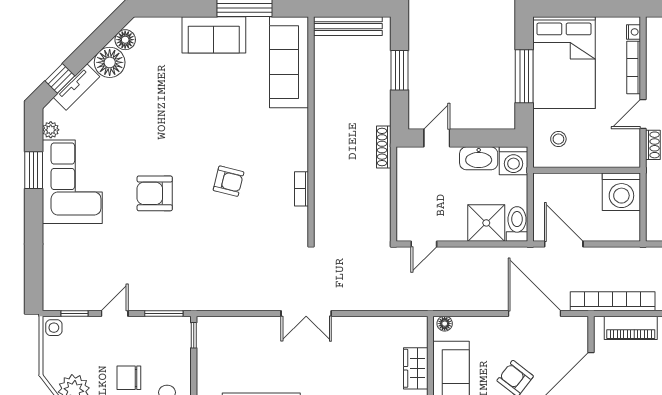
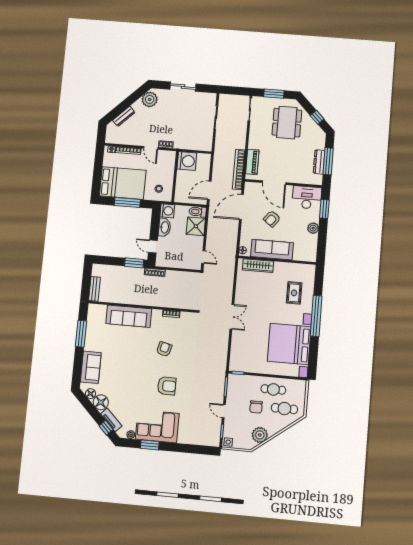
bench: (348, 26) -> (94, 289), width x0.73
sofa: (214, 35) -> (91, 367), moved
sofa: (289, 62) -> (129, 316), moved
window: (400, 70) -> (134, 263), moved
armchair: (155, 193) -> (167, 386), turned -90
wardrobe: (416, 368) -> (258, 266), width x1.50

